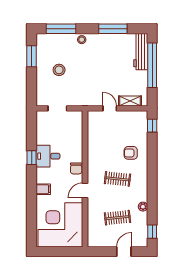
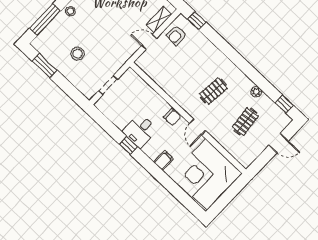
armchair: (131, 153) -> (176, 35), moved
door: (124, 252) -> (279, 143), swing flipped

